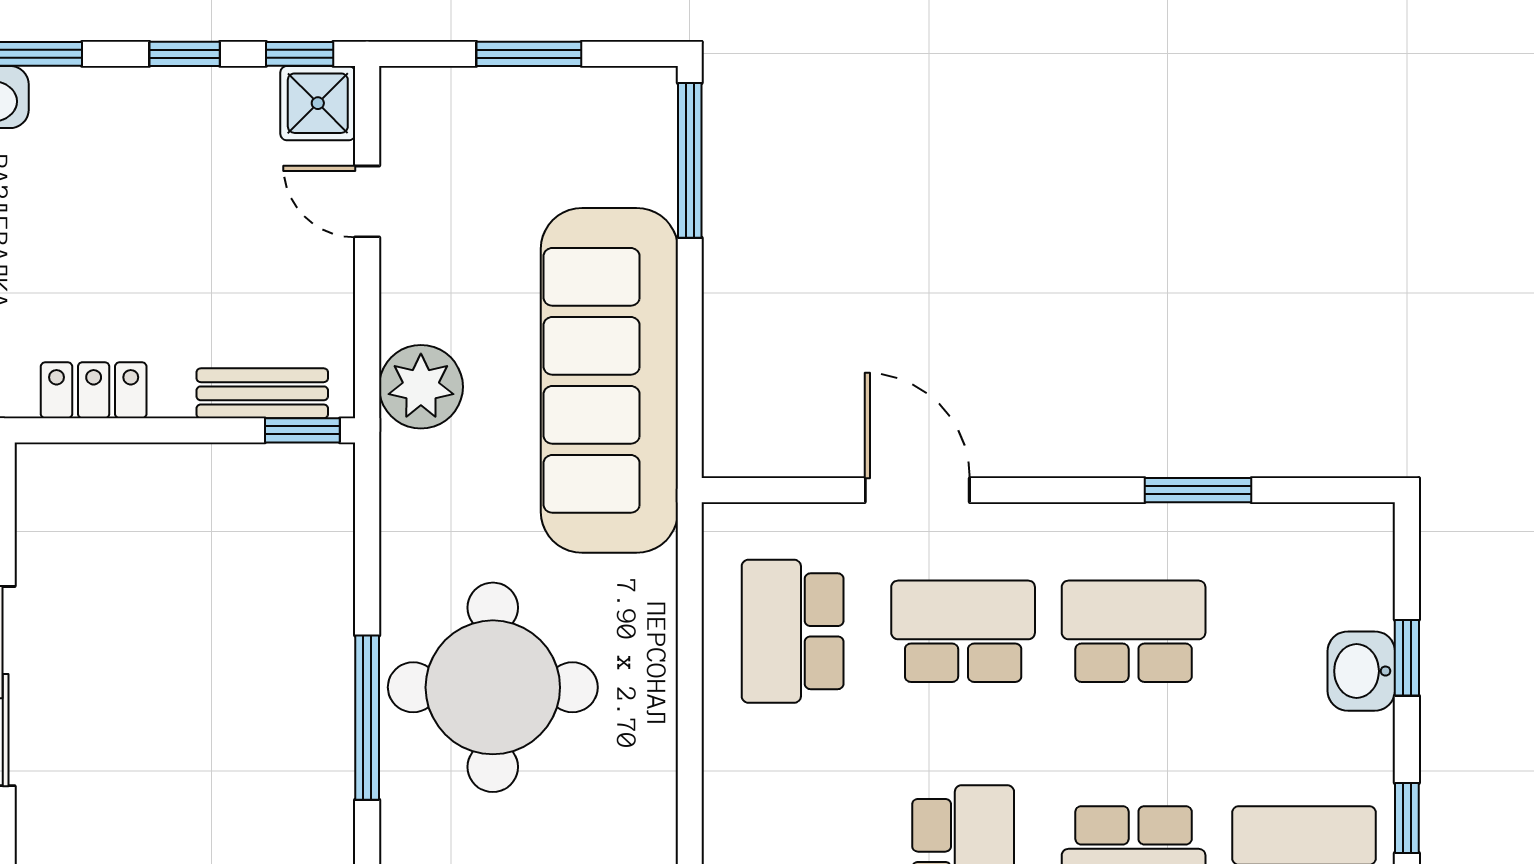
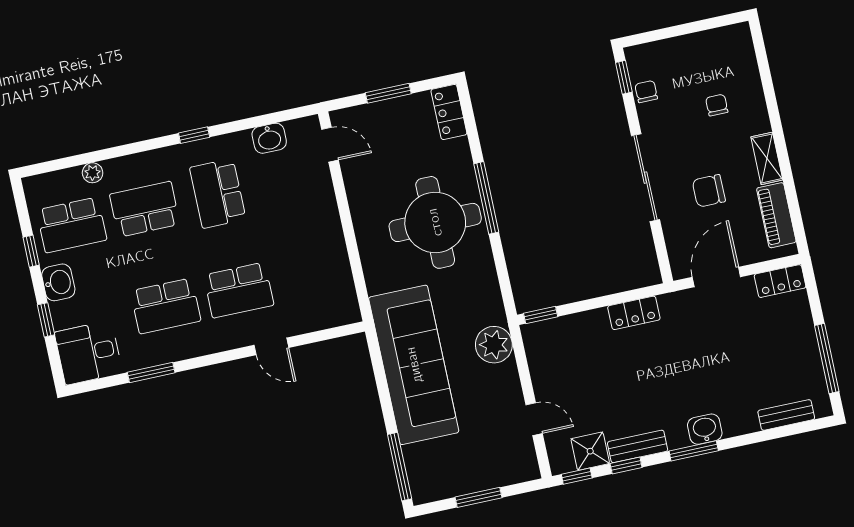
shower: (318, 103) -> (590, 451), moved
bench: (262, 393) -> (638, 446), moved
door: (917, 490) -> (271, 346), width x0.73
desk: (1328, 564) -> (89, 353), added
school desk: (793, 631) -> (312, 274), removed
washbasin: (1361, 671) -> (58, 282), moved

